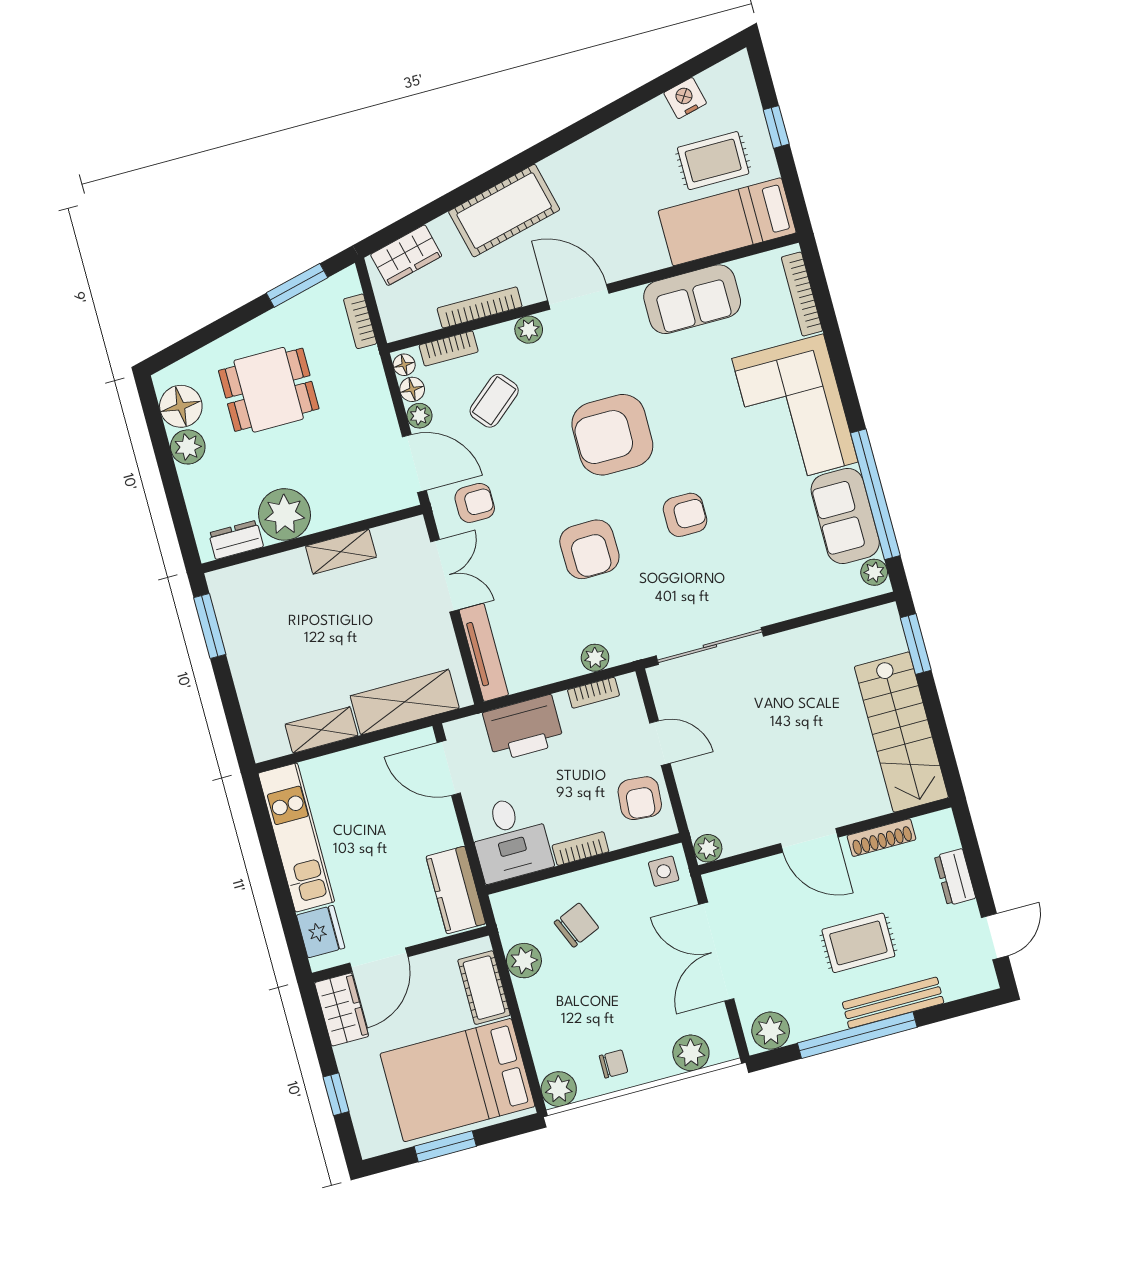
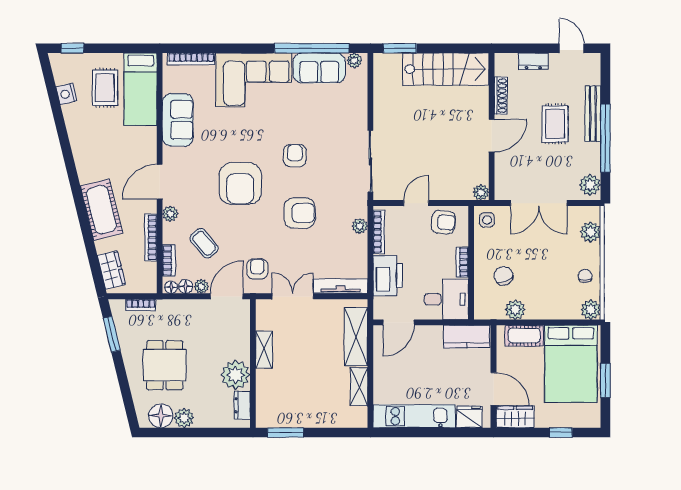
window: (776, 127) -> (72, 48), moved
bookcase: (593, 693) -> (379, 232), width x1.56

